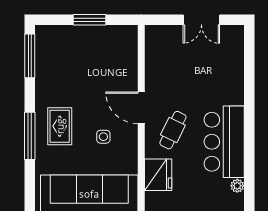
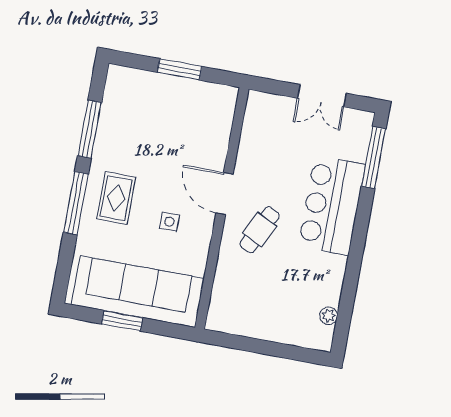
window: (30, 56) -> (90, 129), moved
window: (249, 59) -> (374, 158), added
bar counter: (224, 142) -> (332, 205), moved
fridge: (158, 175) -> (230, 283), removed

